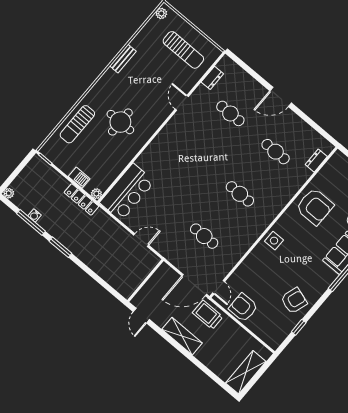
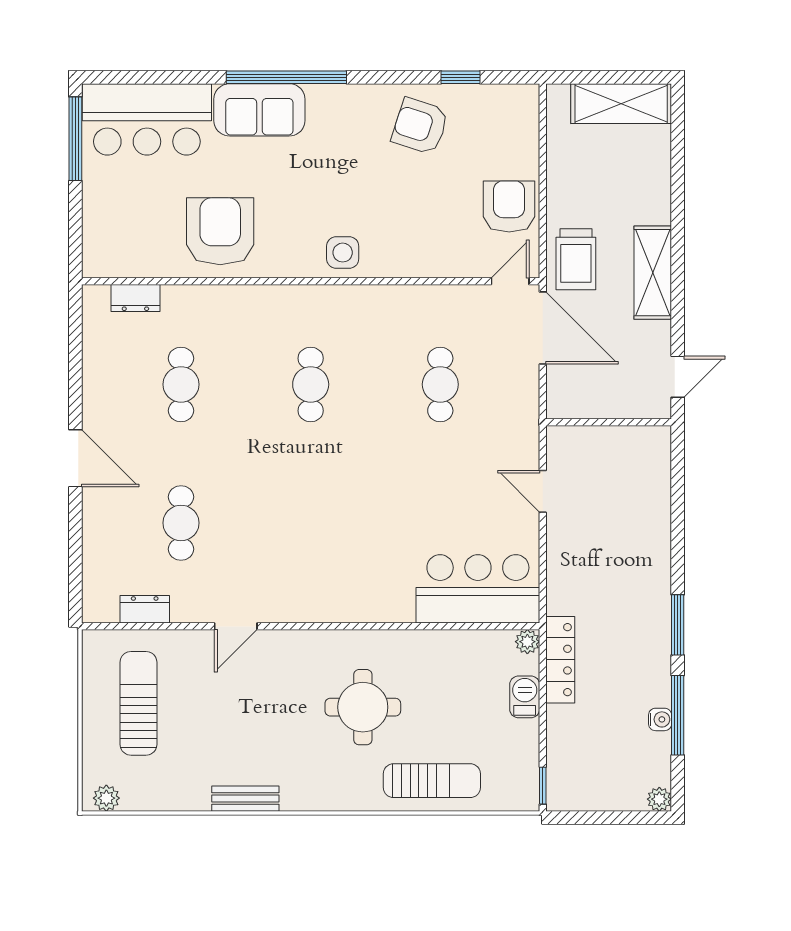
armchair: (243, 307) -> (509, 206), turned 180

